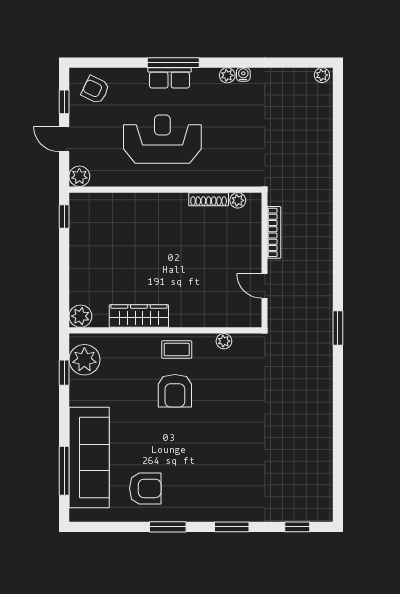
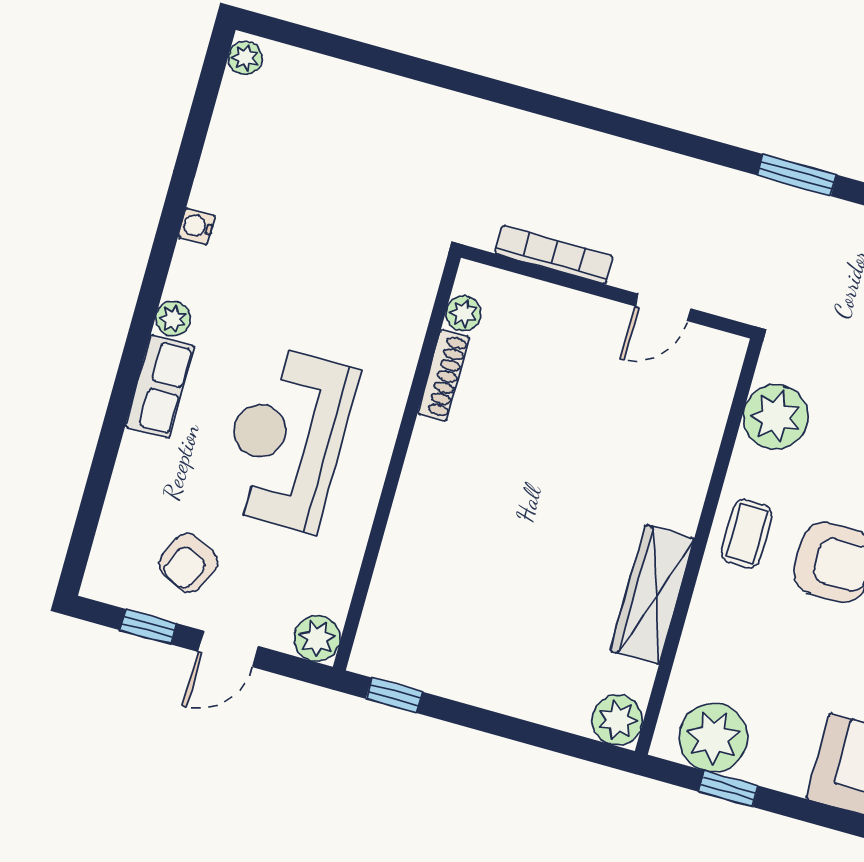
window: (173, 63) -> (129, 369), removed
plant: (227, 75) -> (173, 319), moved
armchair: (95, 90) -> (188, 563), moved
plant: (224, 341) -> (776, 417), width x1.88, depth x1.88

